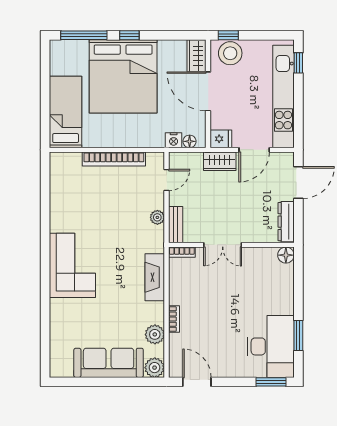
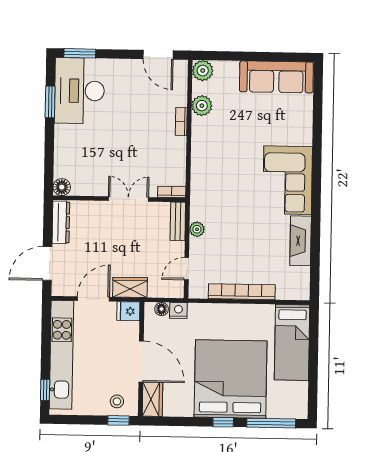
stool: (230, 53) -> (117, 401), width x0.53, depth x0.53
fireplace: (155, 277) -> (301, 241), moved, turned 180
sofa: (109, 363) -> (276, 77), moved

